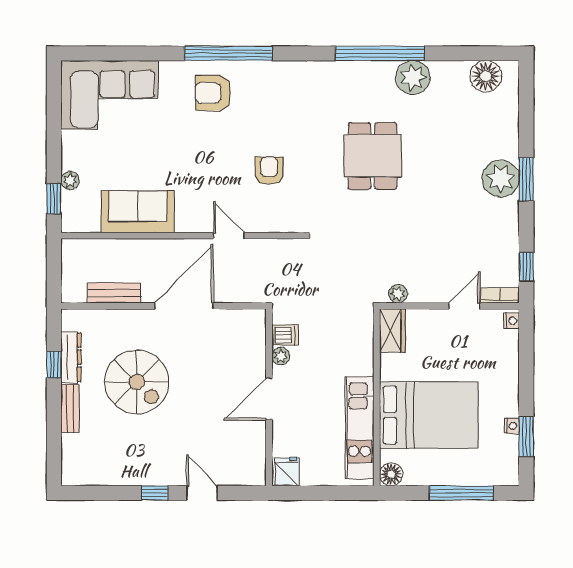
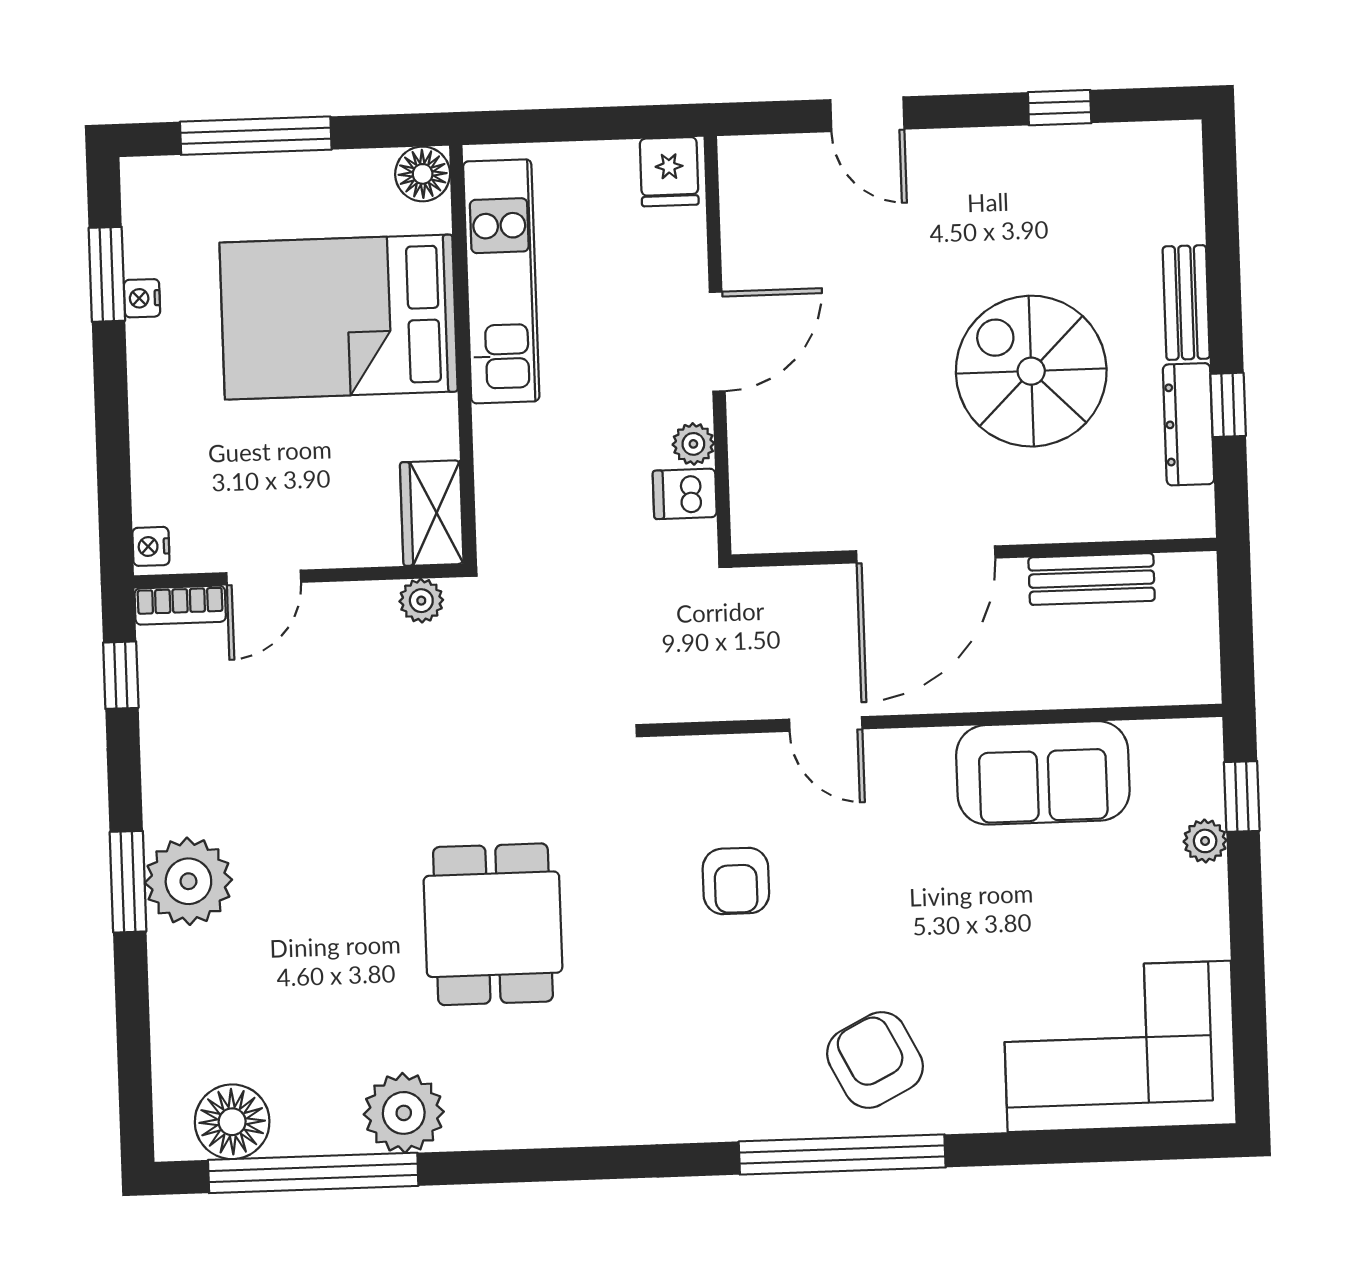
window: (380, 53) -> (313, 1173), moved
armchair: (213, 93) -> (875, 1060), turned -117
window: (155, 493) -> (1060, 108), moved

